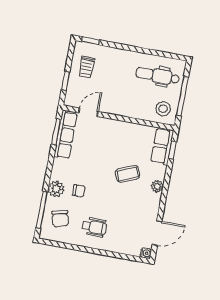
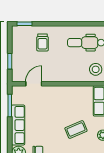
trolley: (87, 67) -> (43, 43), moved
row of seats: (66, 135) -> (18, 125), moved

